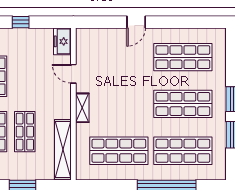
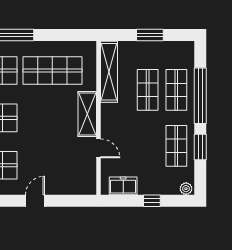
freezer: (62, 41) -> (123, 186), moved, turned -90
shelving: (82, 108) -> (87, 114), width x1.50, depth x1.33

